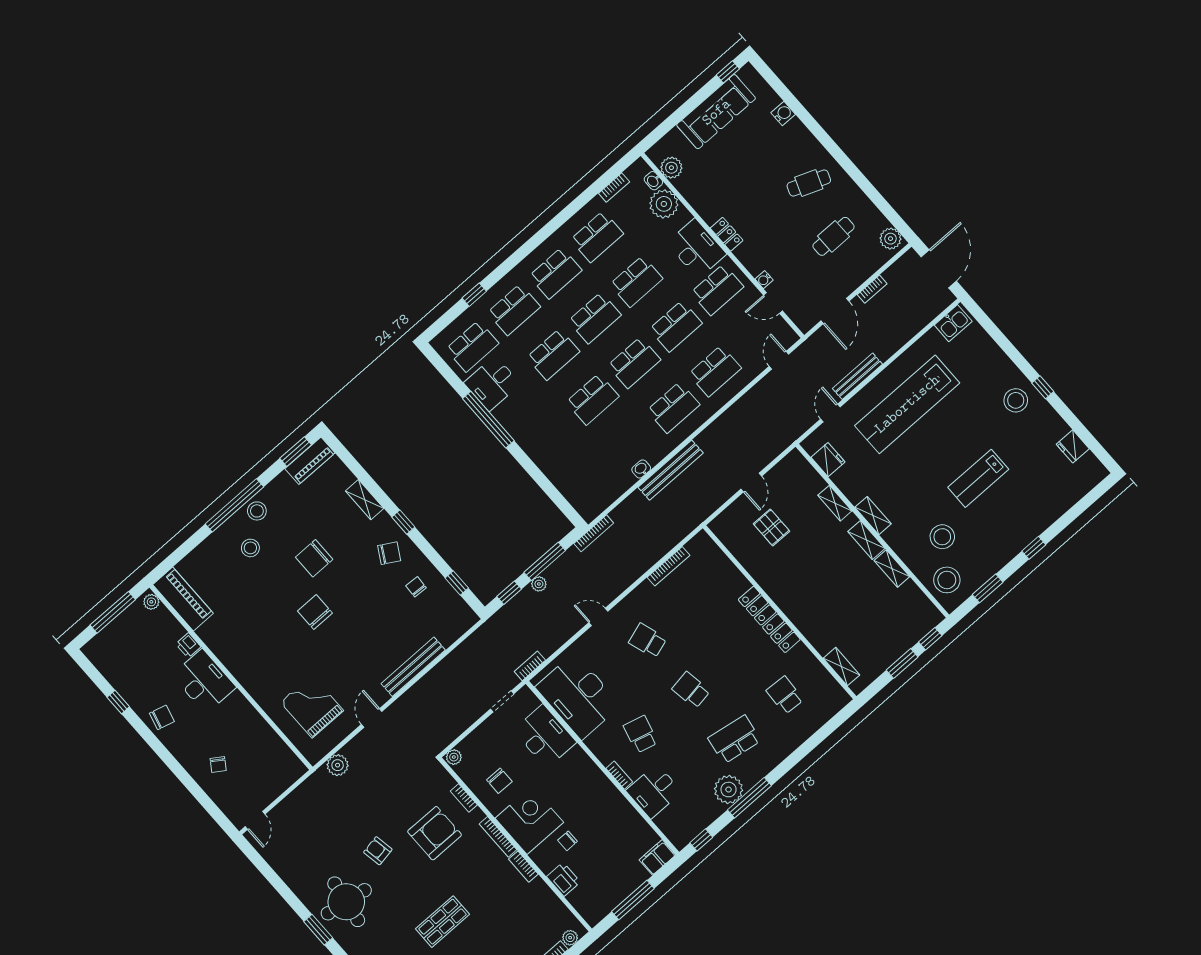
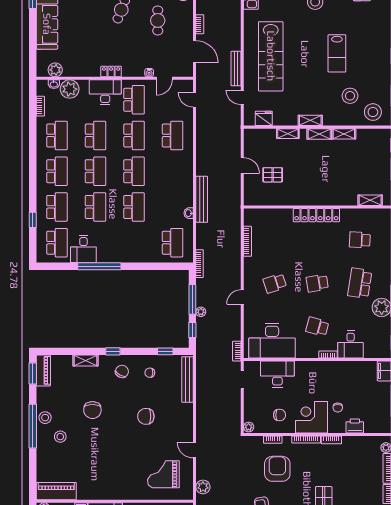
school desk: (673, 408) -> (173, 243), moved
chair: (315, 612) -> (146, 416), moved
bench: (413, 667) -> (187, 379), moved

